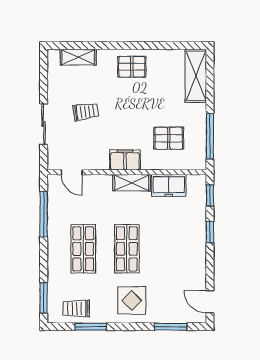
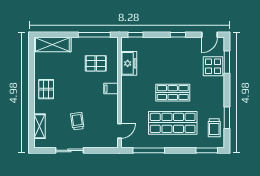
sliding door: (44, 124) -> (69, 150), moved
pallet: (169, 138) -> (96, 63), turned 90
filing cabinet: (125, 160) -> (111, 89), width x0.50
shelving: (132, 183) -> (127, 89), removed
window: (210, 232) -> (178, 35), moved
shop shelf: (83, 249) -> (173, 123), width x1.43, depth x1.36
display table: (132, 300) -> (213, 66), moved

